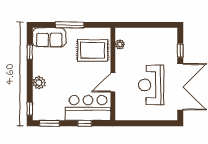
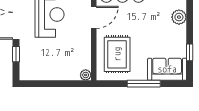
plant: (120, 44) -> (86, 75), moved
rug: (93, 50) -> (117, 54), turned 90

